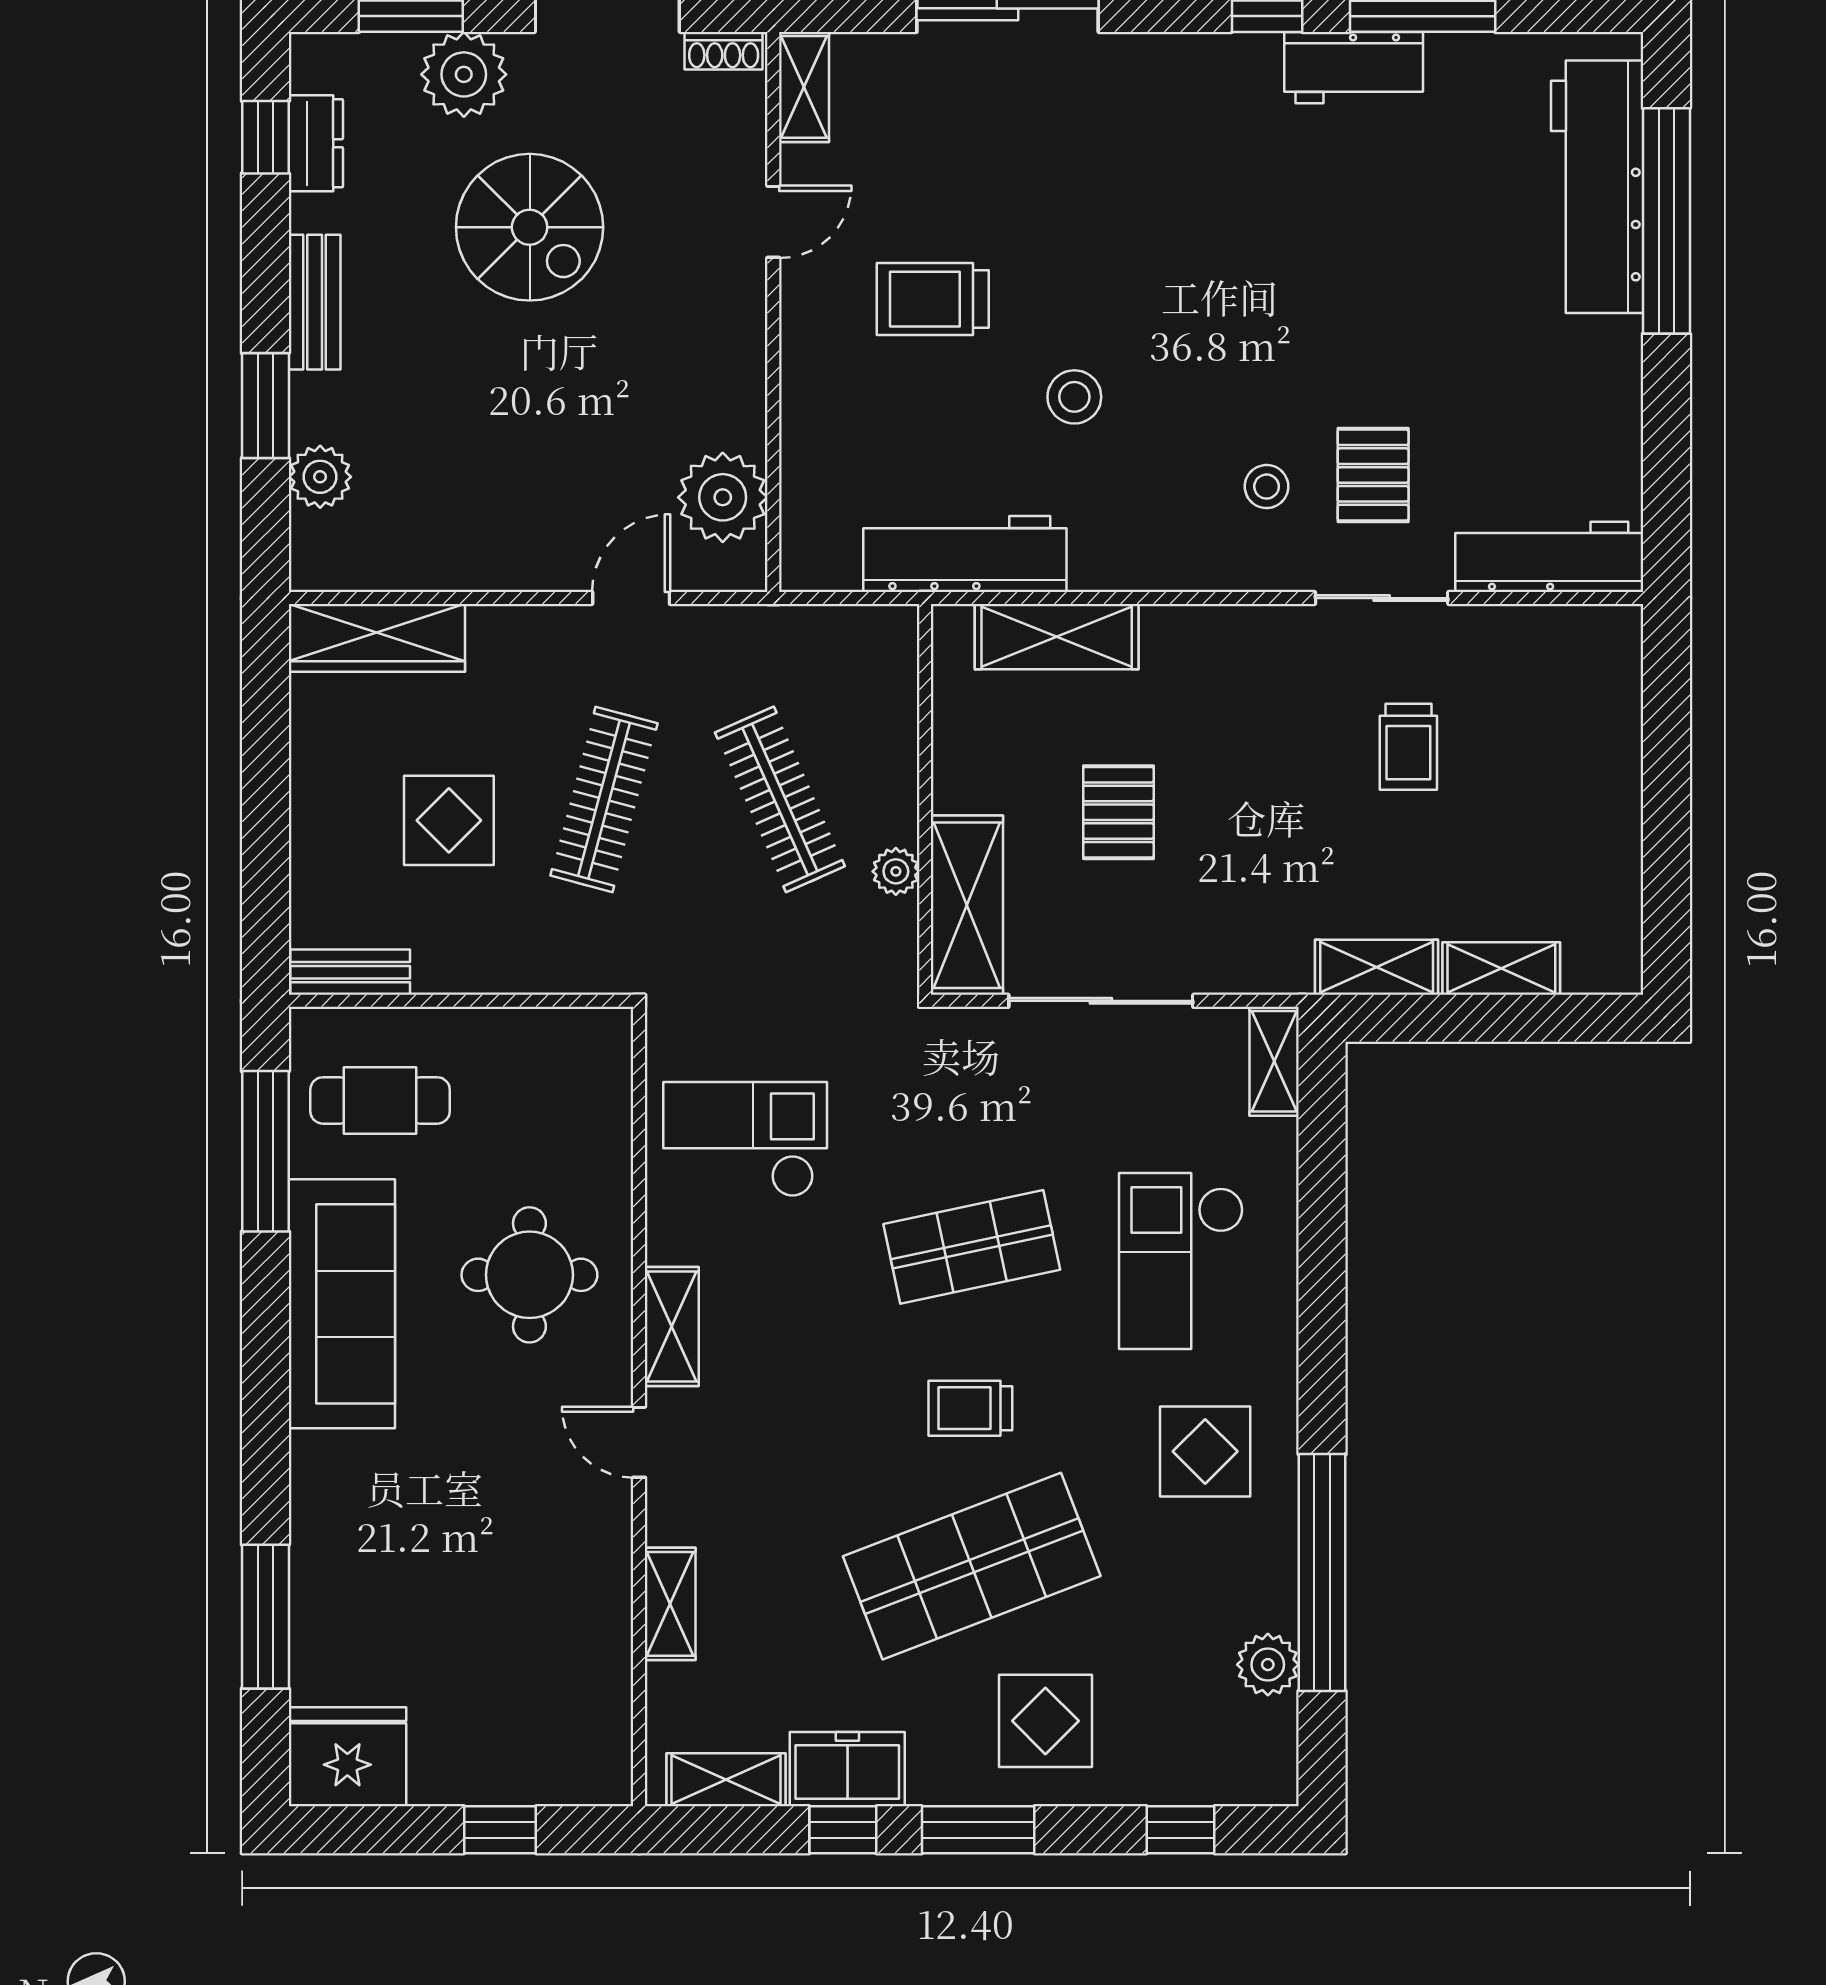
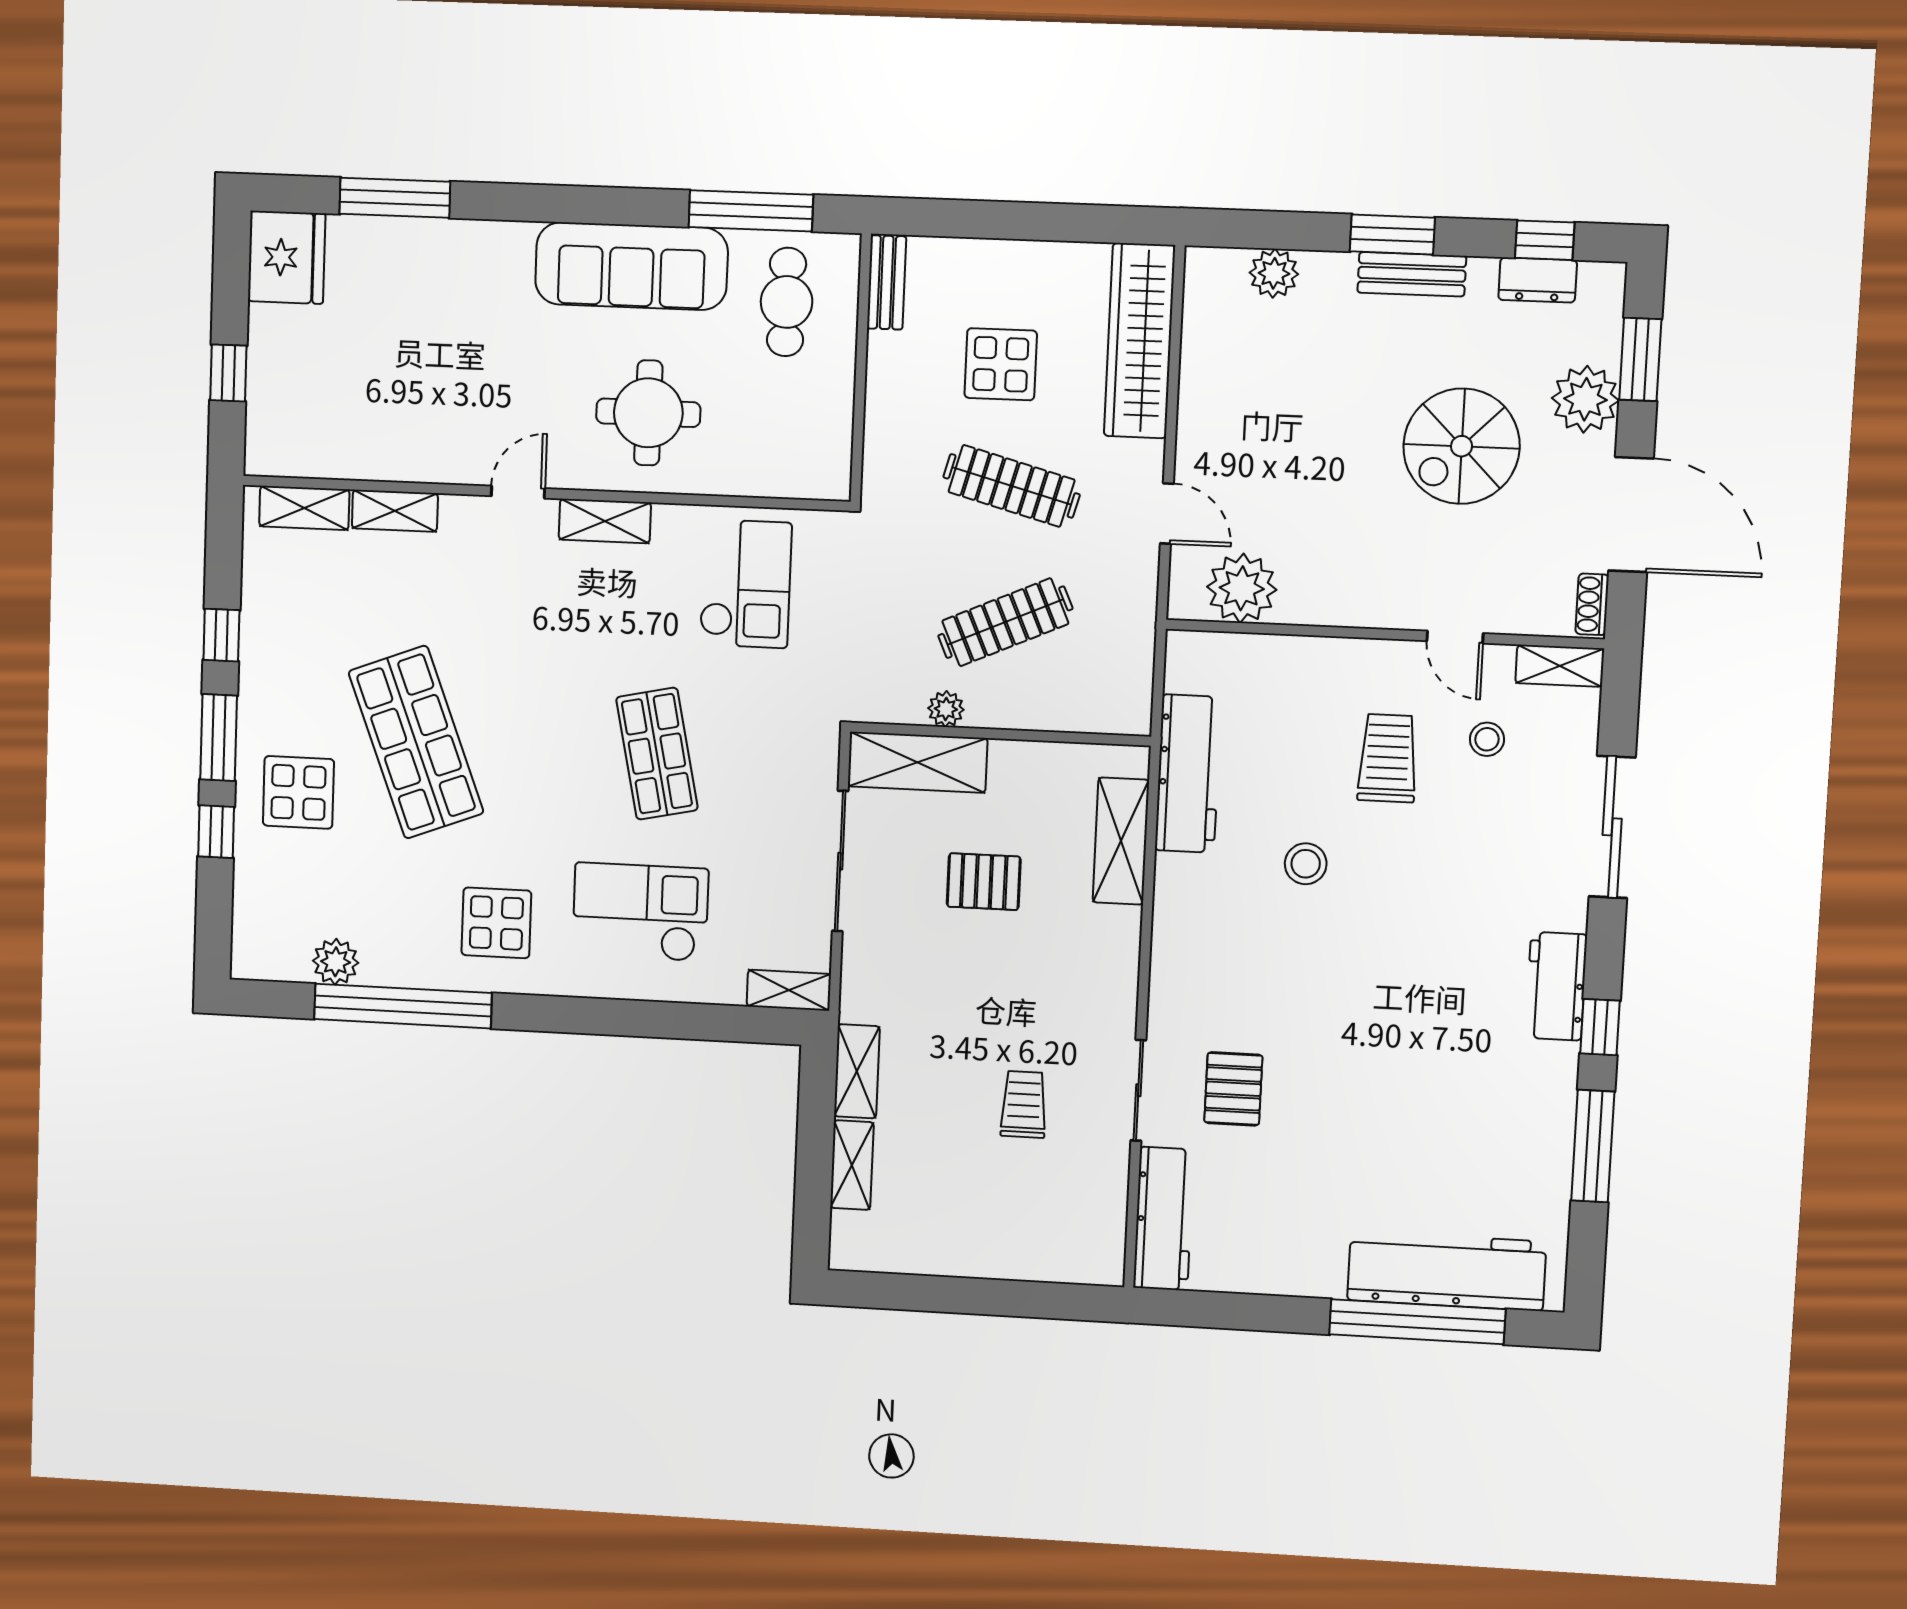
workbench: (1354, 68) -> (1556, 986), moved
window: (265, 406) -> (1392, 235), moved
pallet: (1373, 475) -> (1233, 1089), turned 90
stool: (1267, 487) -> (1487, 739), moved
wardrobe: (377, 638) -> (1140, 341), width x1.40, depth x1.17
trolley: (1408, 747) -> (1024, 1104), turned 90
trolley: (970, 1408) -> (535, 747), removed
freezer: (847, 1769) -> (267, 641), removed
shelving: (726, 1780) -> (304, 508), moved, turned 90
window: (1180, 1830) -> (216, 832), moved

